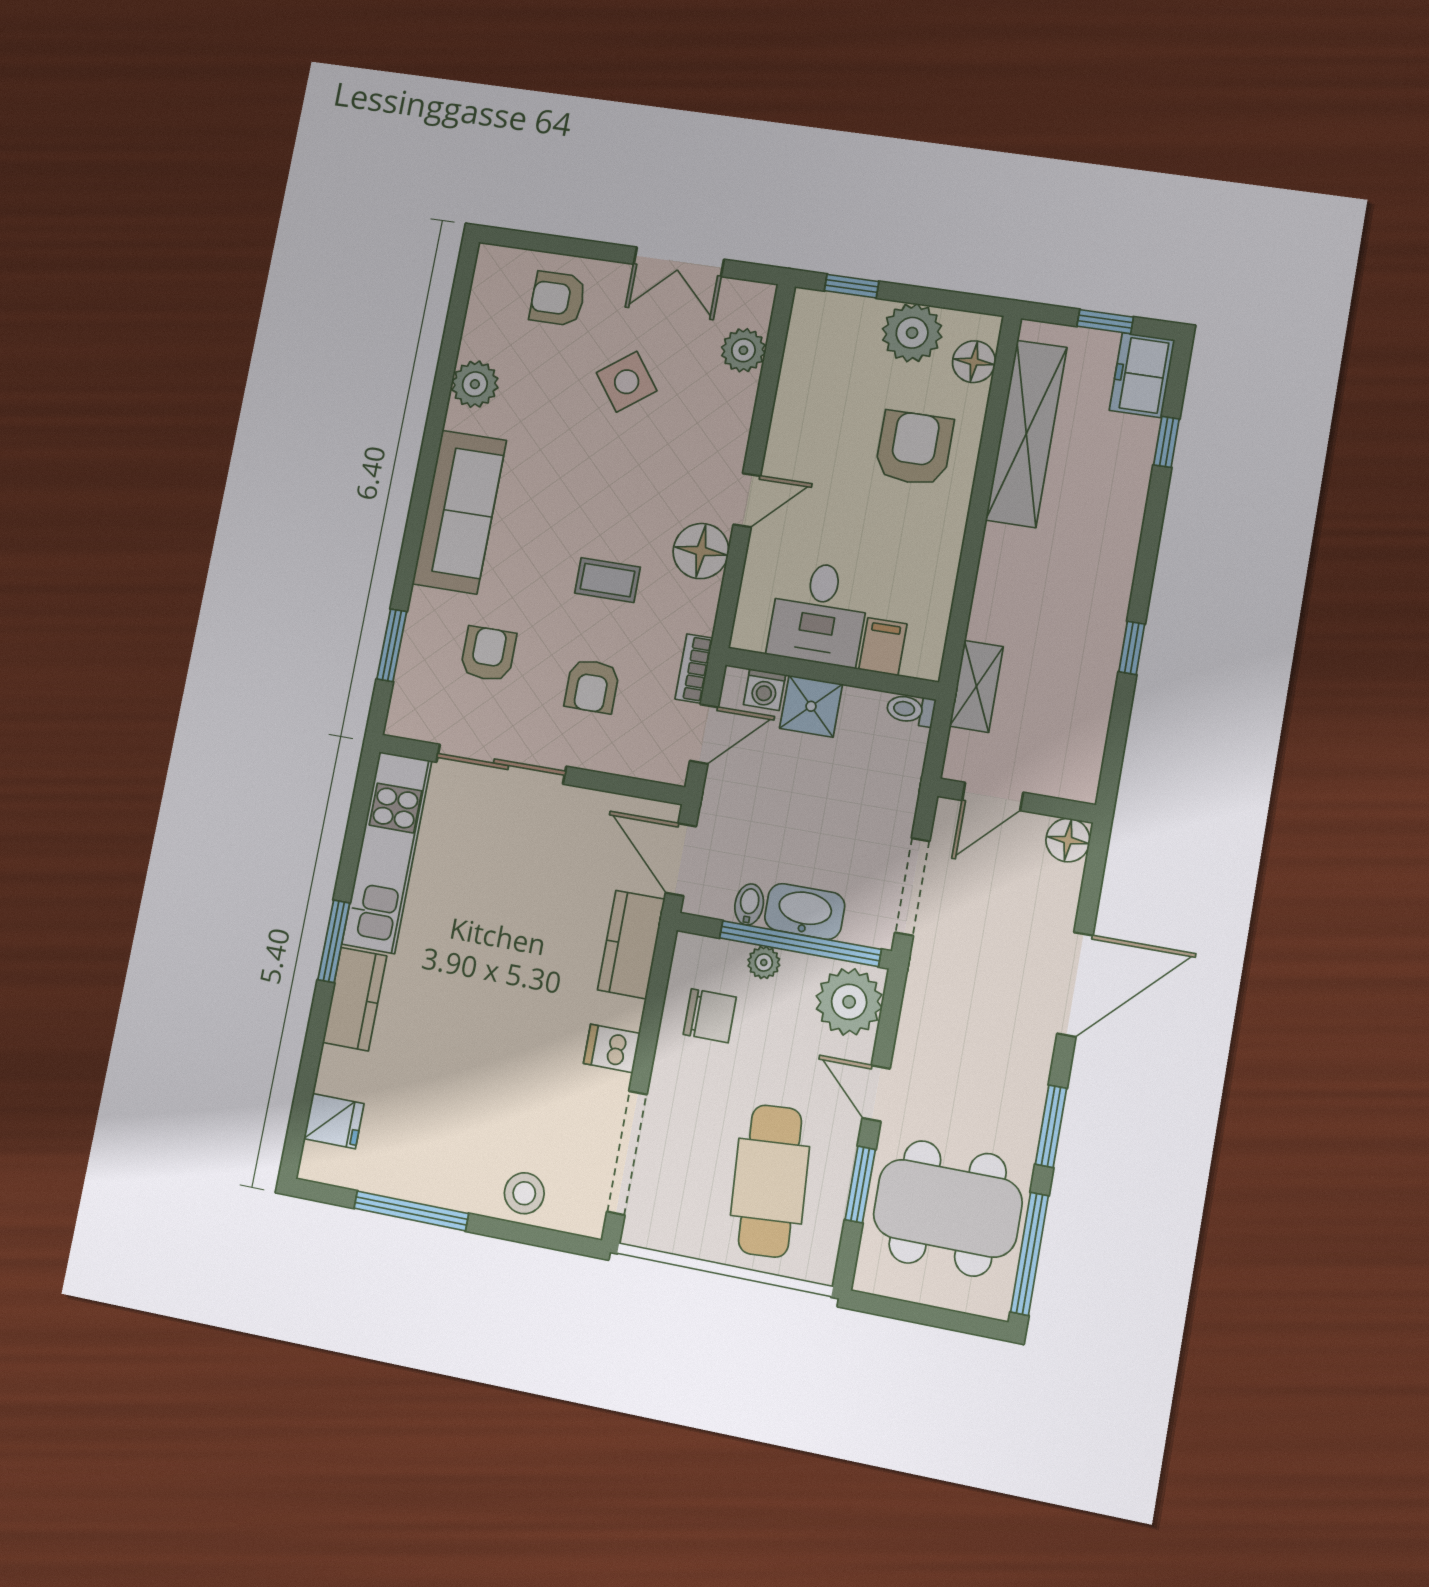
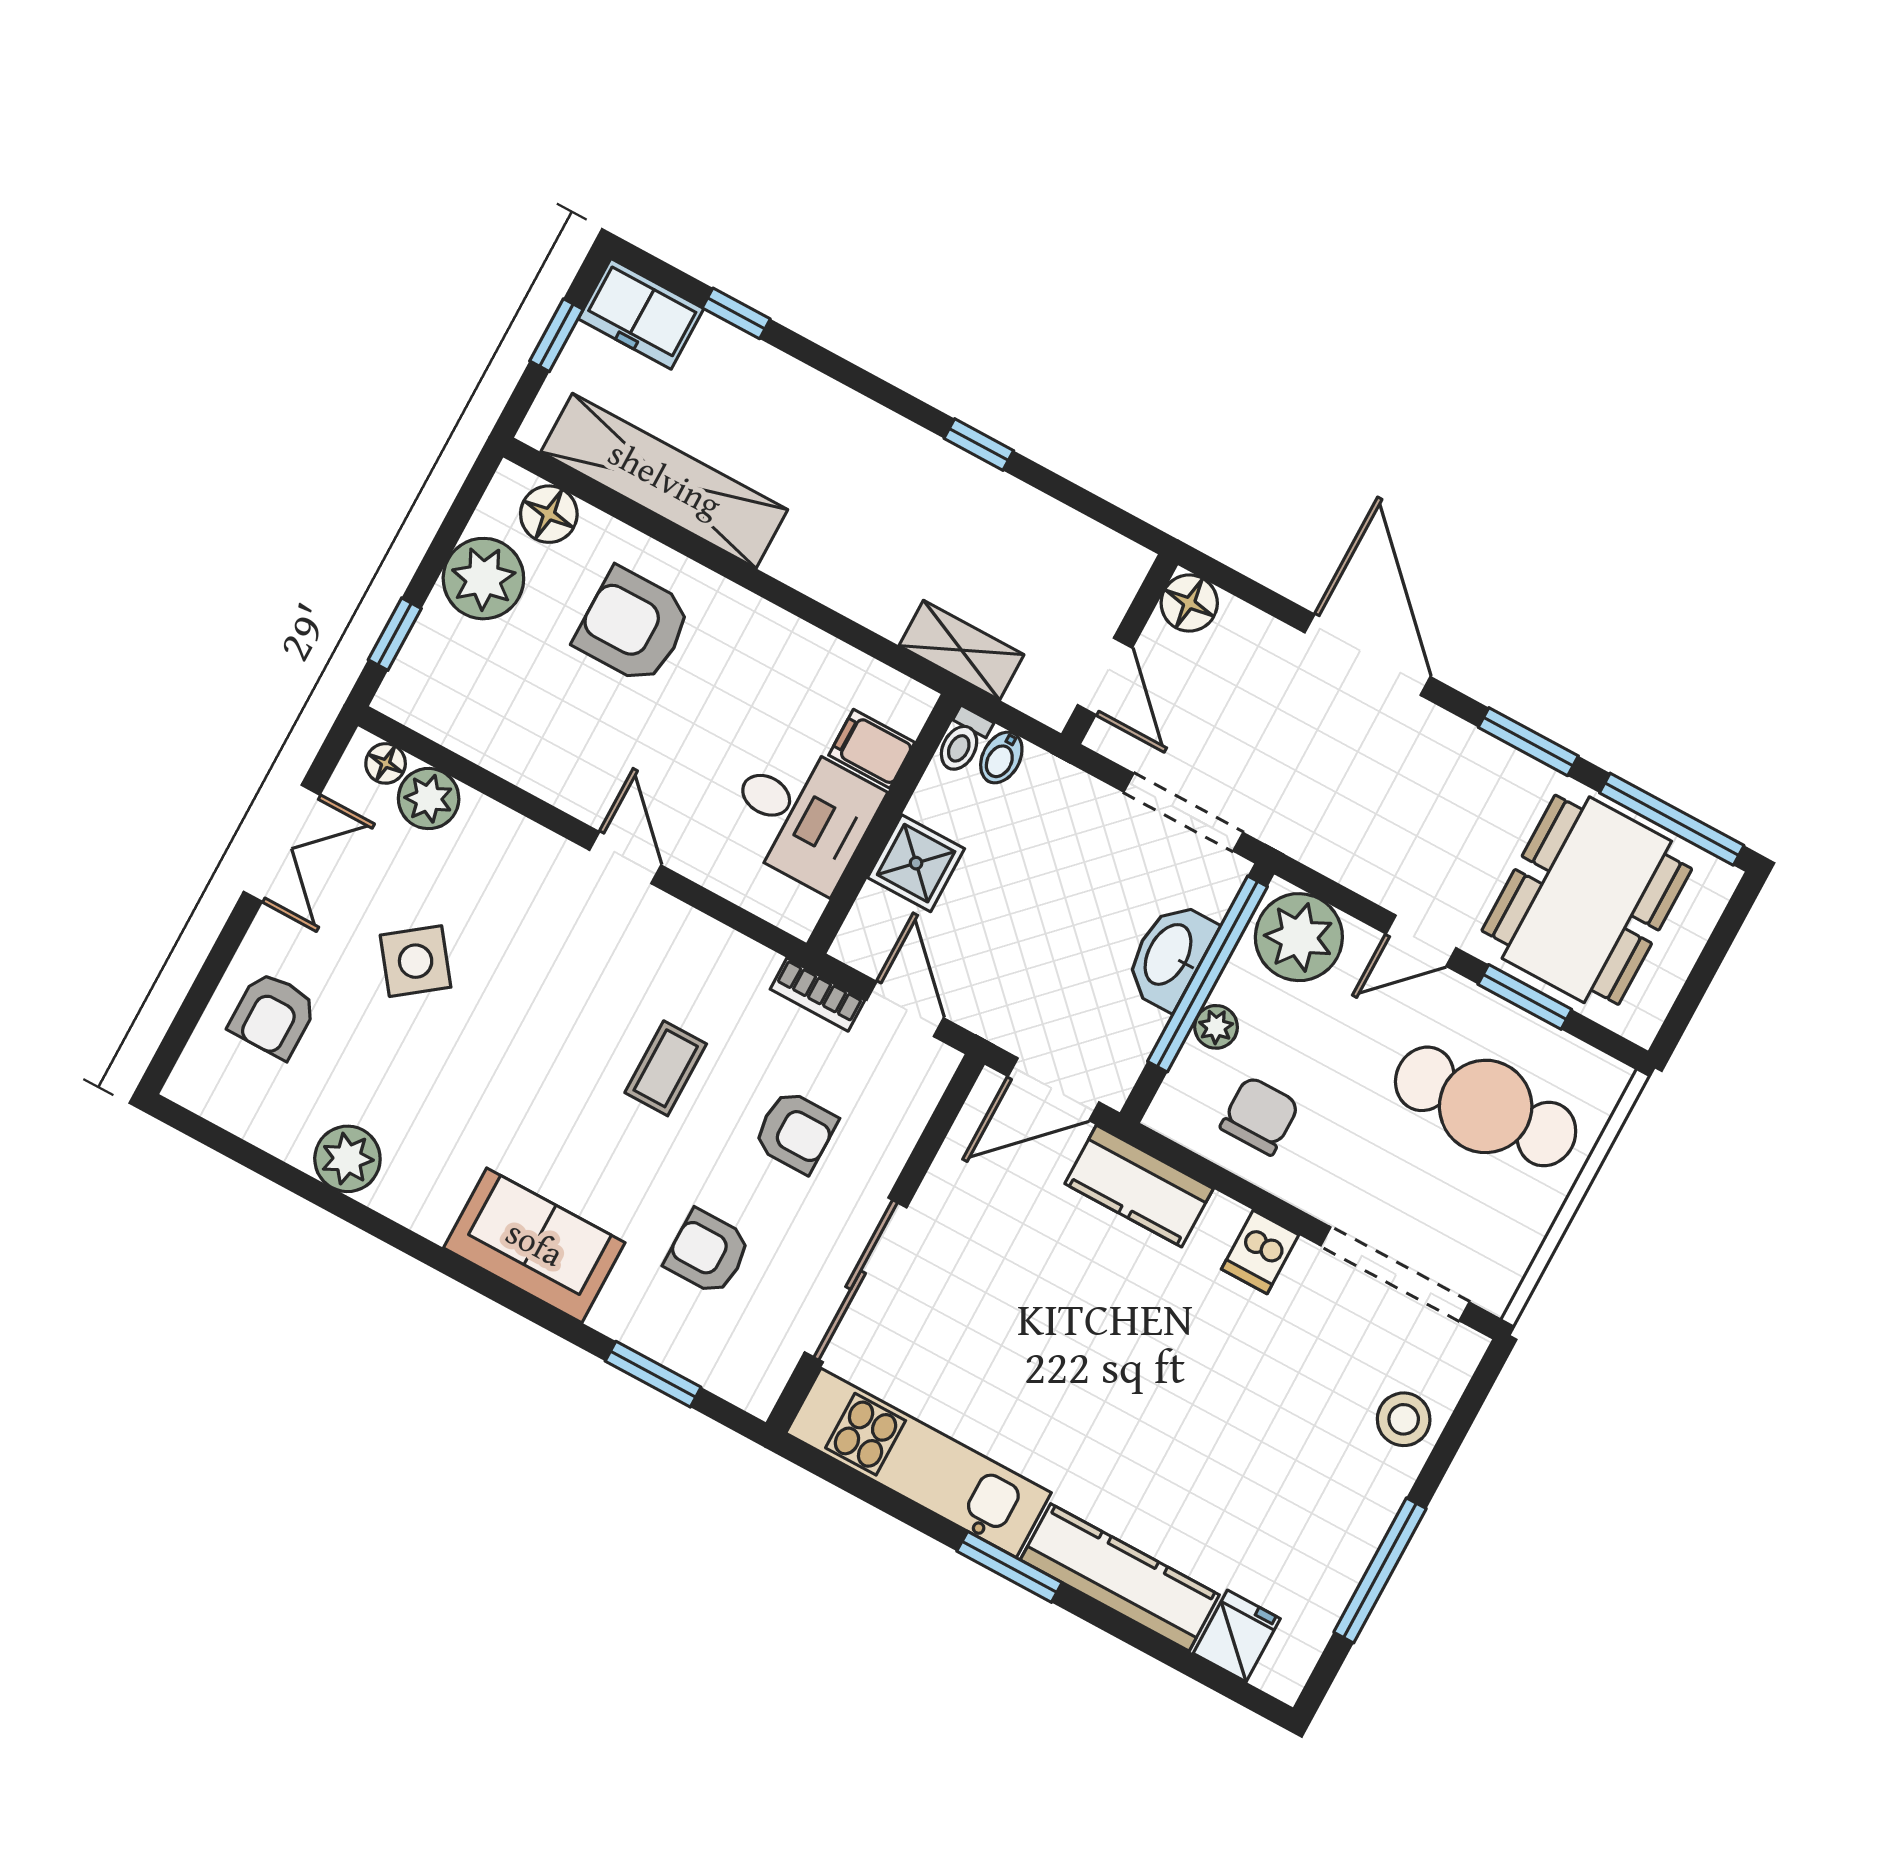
sofa: (459, 512) -> (534, 1245), width x0.73
floor lamp: (701, 551) -> (386, 763), moved, width x0.53, depth x0.53
washing machine: (765, 690) -> (875, 914), removed
bidet: (749, 904) -> (1001, 757), moved, turned -90
kitchen counter: (355, 999) -> (1120, 1577), width x1.50

